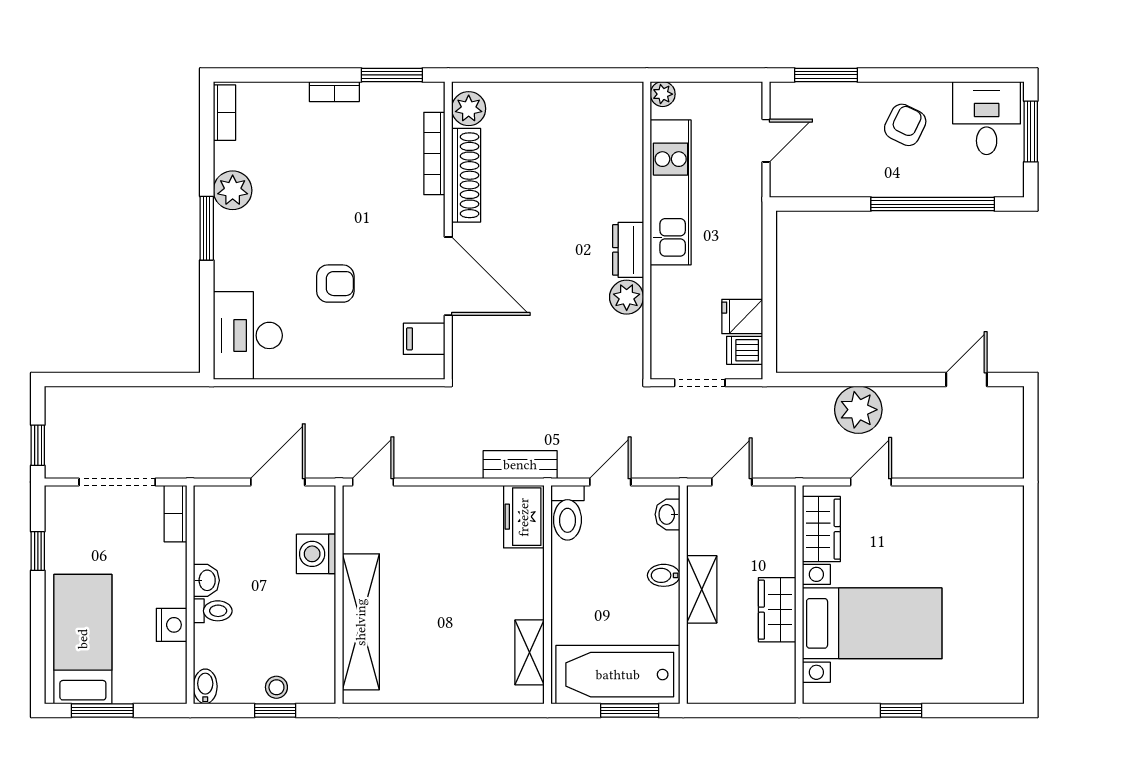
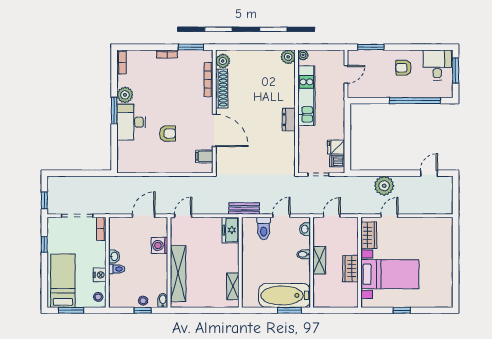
armchair: (905, 125) -> (404, 68), turned -116
plant: (627, 297) -> (288, 57), moved
desk: (248, 335) -> (131, 122), moved
freezer: (524, 517) -> (231, 230), moved
wall: (548, 595) -> (240, 262), moved
shelving: (530, 652) -> (233, 286), moved
stool: (168, 678) -> (98, 297), added
bidet: (205, 686) -> (163, 300), moved

